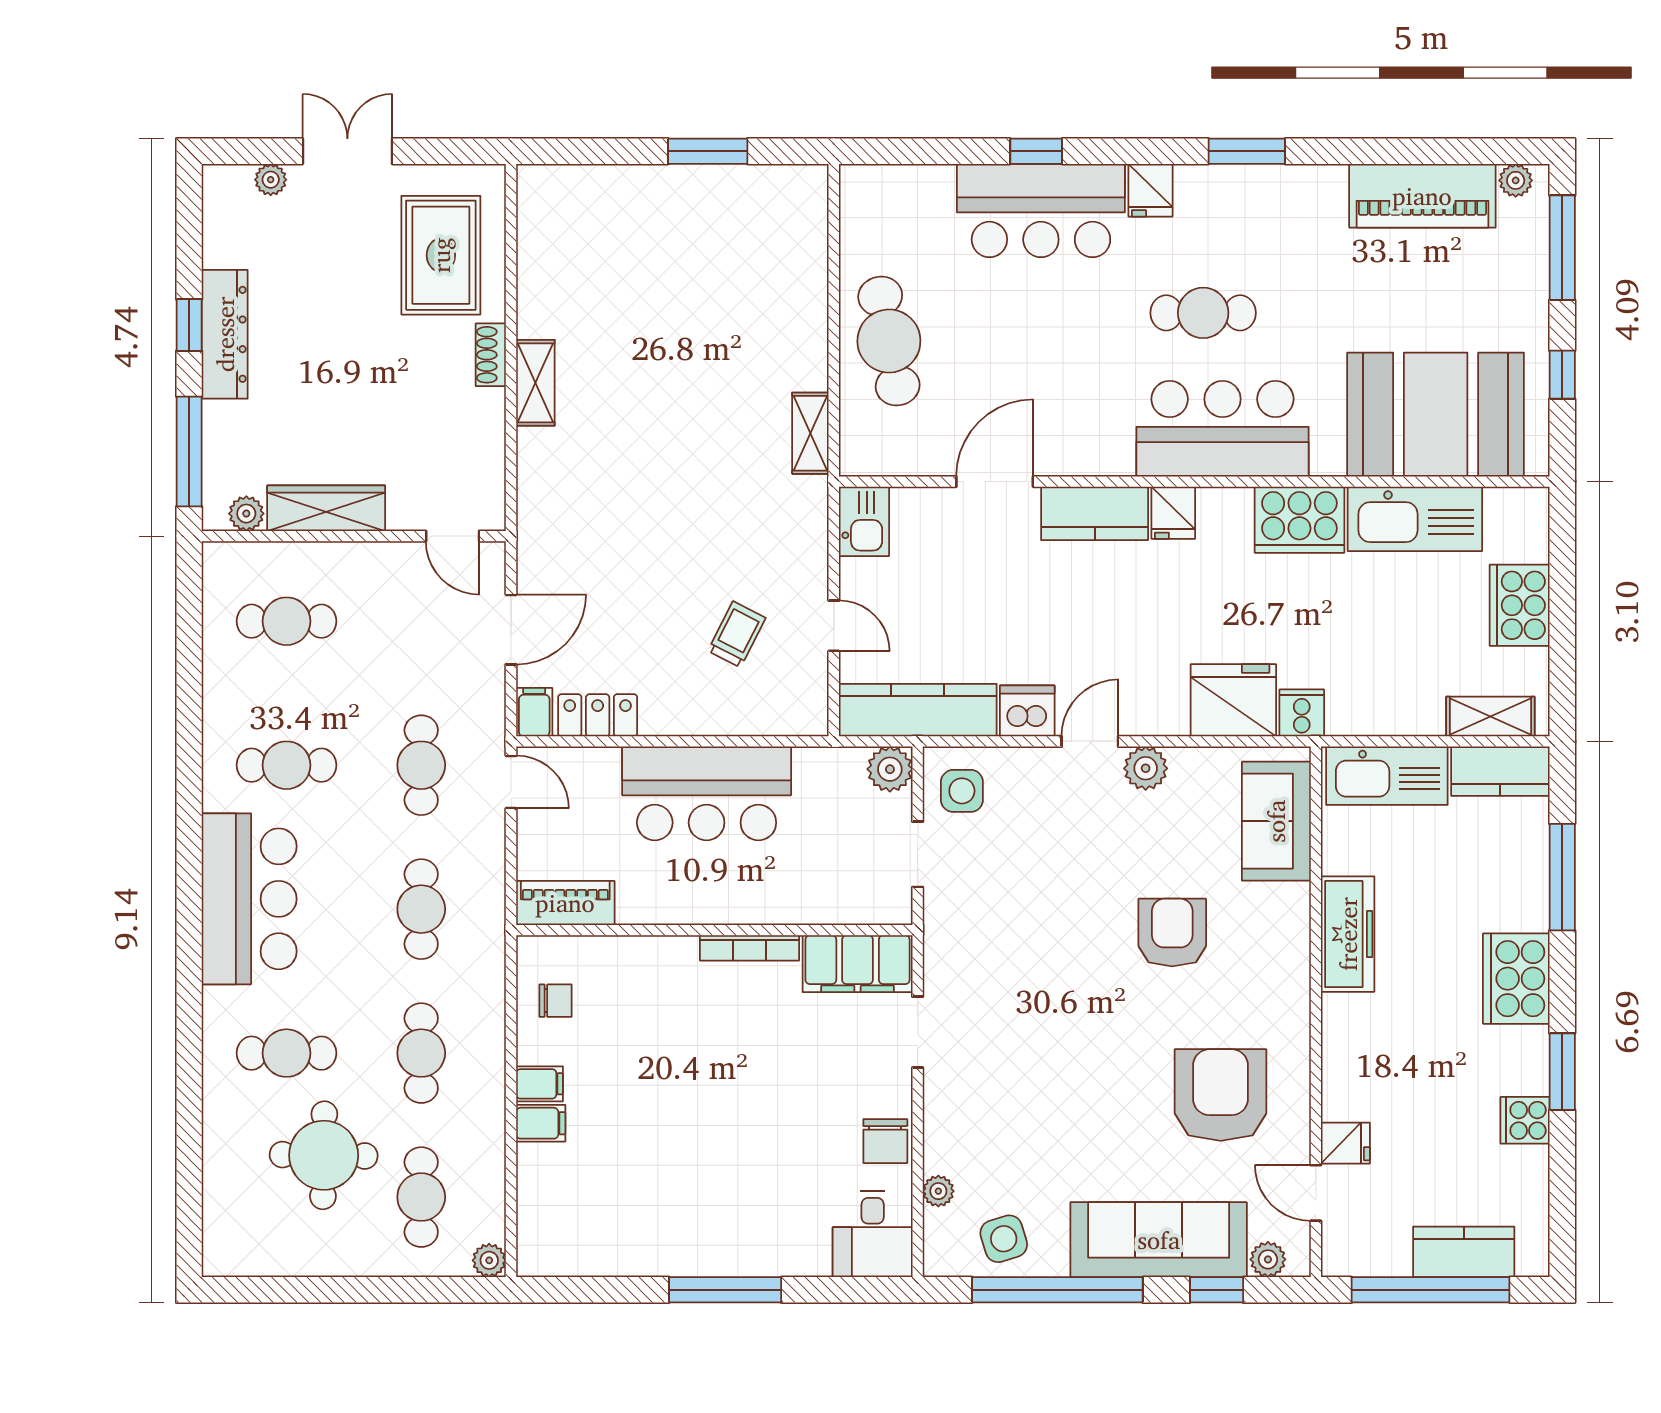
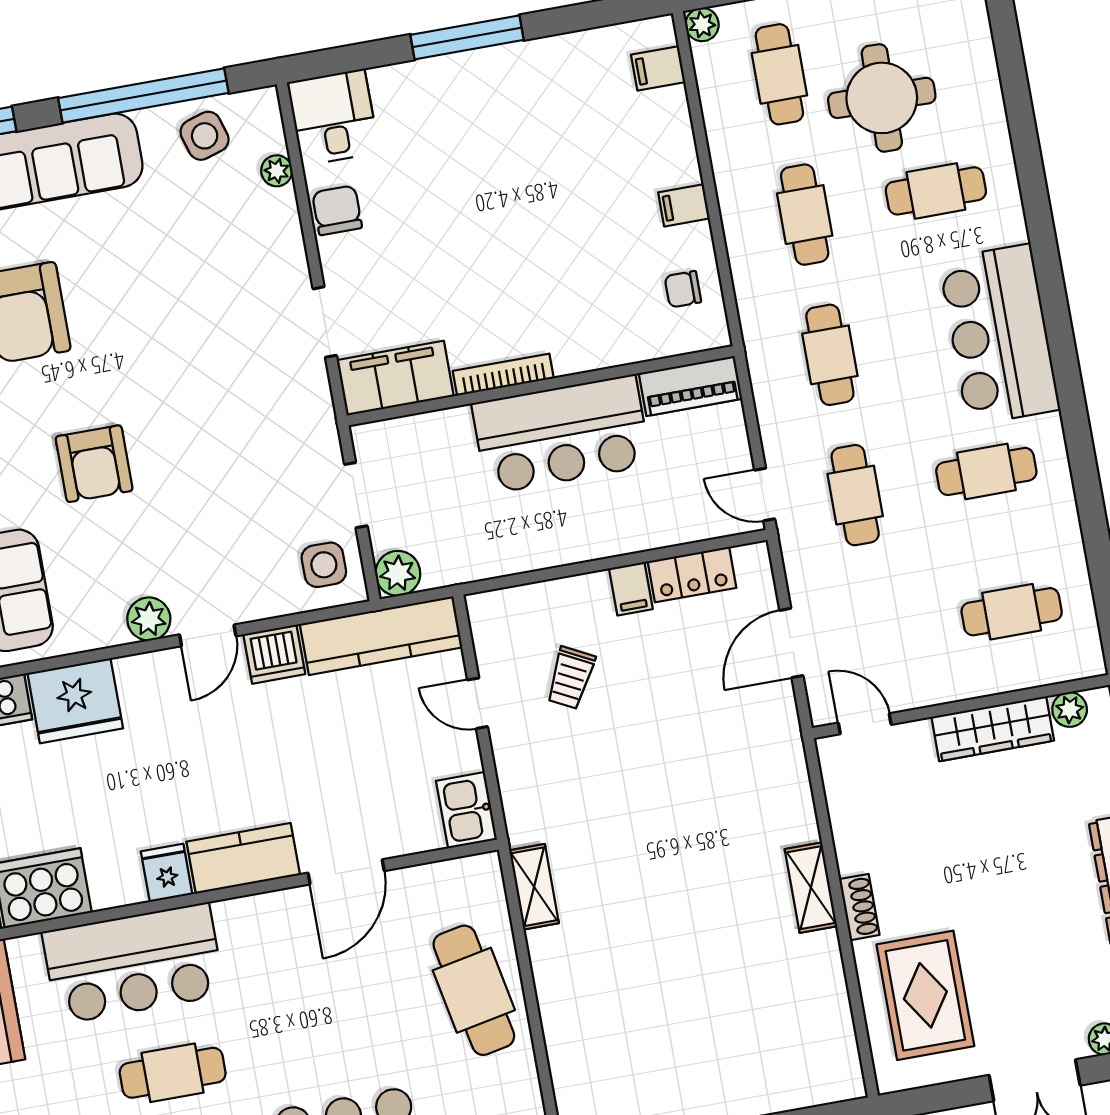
filing cabinet: (534, 712) -> (631, 589), moved
bar counter: (707, 793) -> (561, 434), moved, turned 180
filing cabinet: (541, 1123) -> (658, 68), moved

